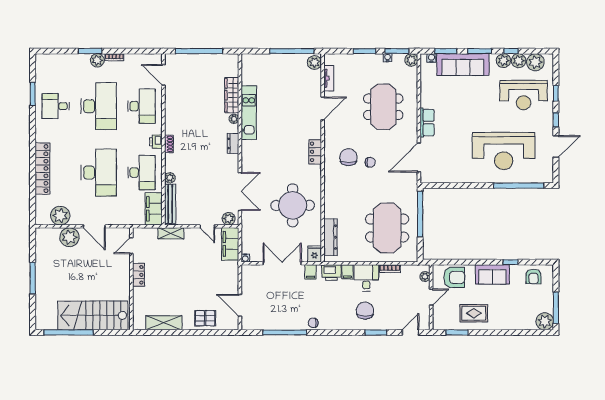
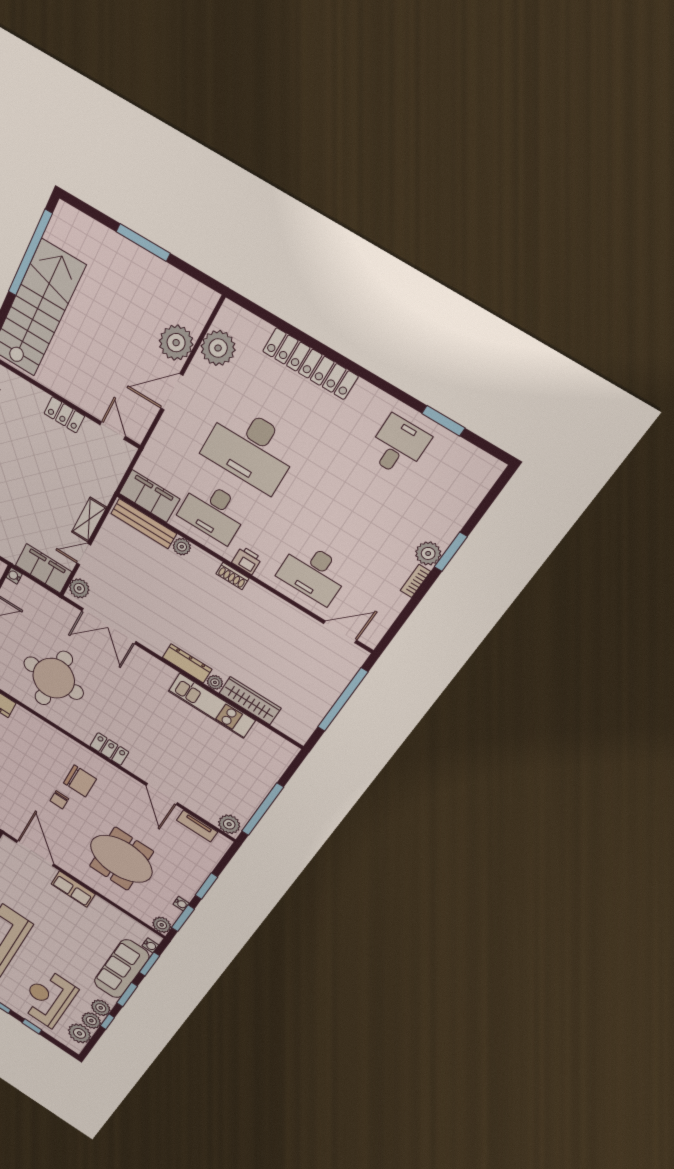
desk: (99, 106) -> (354, 511), removed
dresser: (233, 143) -> (187, 663), width x1.44
shelving: (171, 233) -> (89, 520), moved

